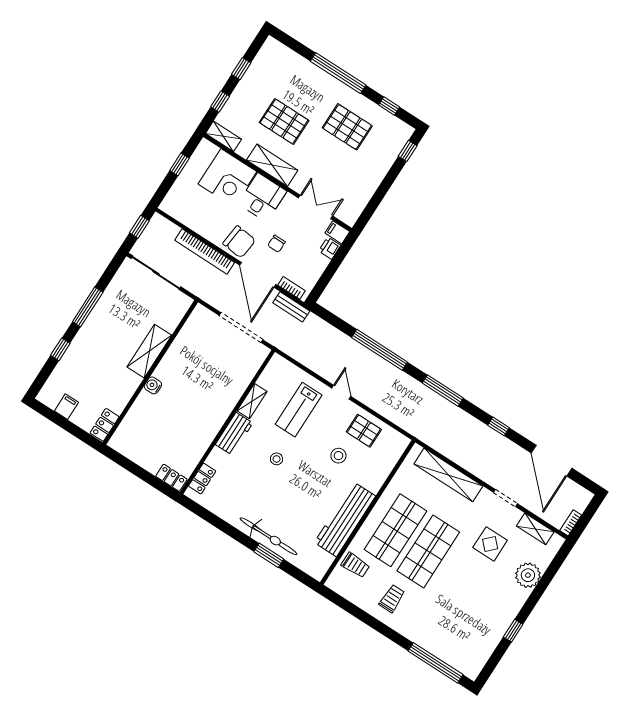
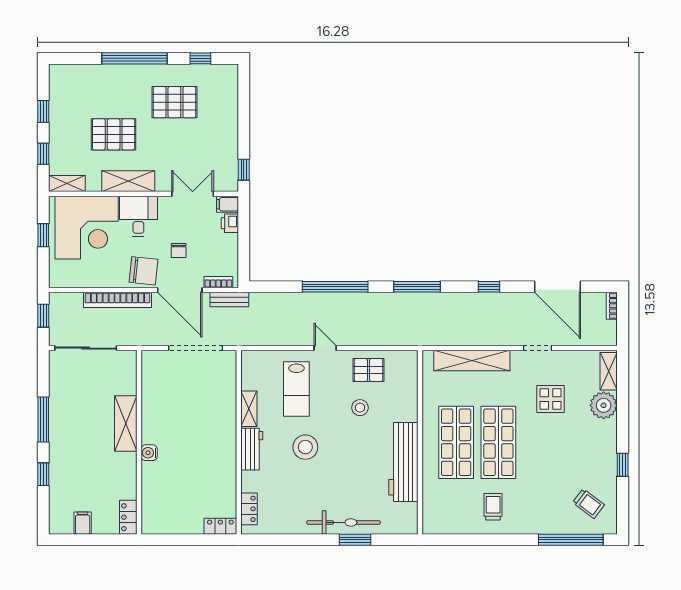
window: (408, 151) -> (244, 170), moved
corner desk: (227, 178) -> (87, 228), width x1.36, depth x1.36
stool: (277, 459) -> (305, 447), width x1.89, depth x1.89
bookcase: (571, 523) -> (612, 306), moved
shelving: (535, 529) -> (609, 371), moved, turned 90
trolley: (355, 565) -> (588, 504), moved, turned 37

